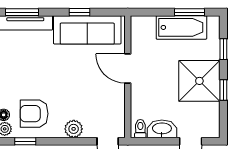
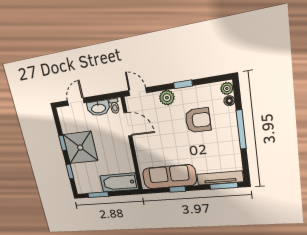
bathtub: (181, 27) -> (119, 183), moved
door: (128, 68) -> (128, 124), moved
armchair: (34, 114) -> (198, 120), moved
window: (25, 141) -> (183, 84), moved

